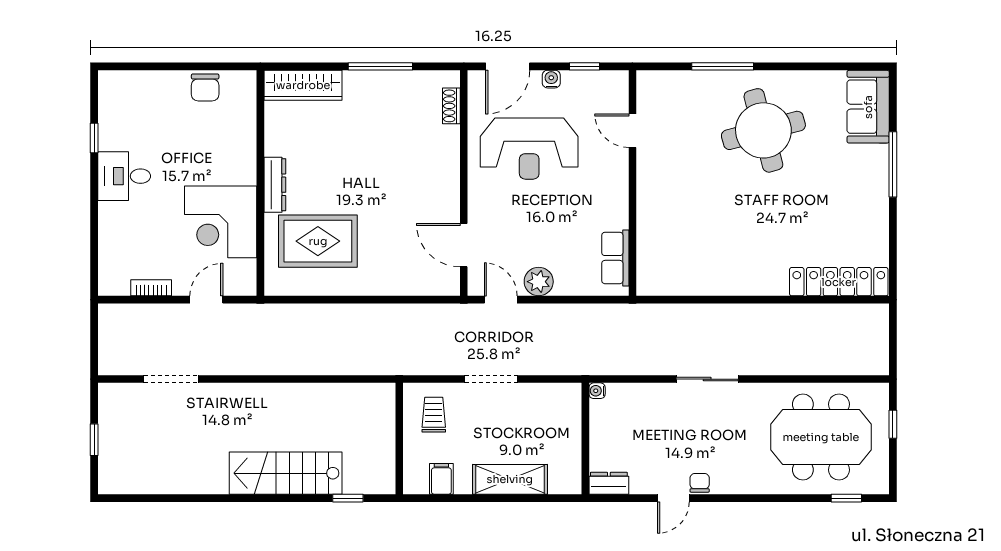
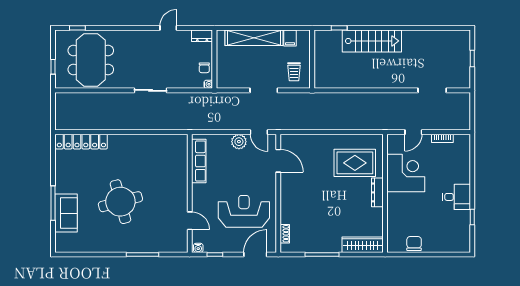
water cooler: (551, 79) -> (198, 248), moved
sofa: (868, 107) -> (66, 213), moved
round table: (763, 130) -> (120, 202), moved
row of seats: (615, 258) -> (199, 161), width x1.48
meeting table: (821, 437) -> (91, 60), turned 90
shelving: (510, 479) -> (254, 38), width x1.47
chair: (700, 483) -> (204, 68), moved

